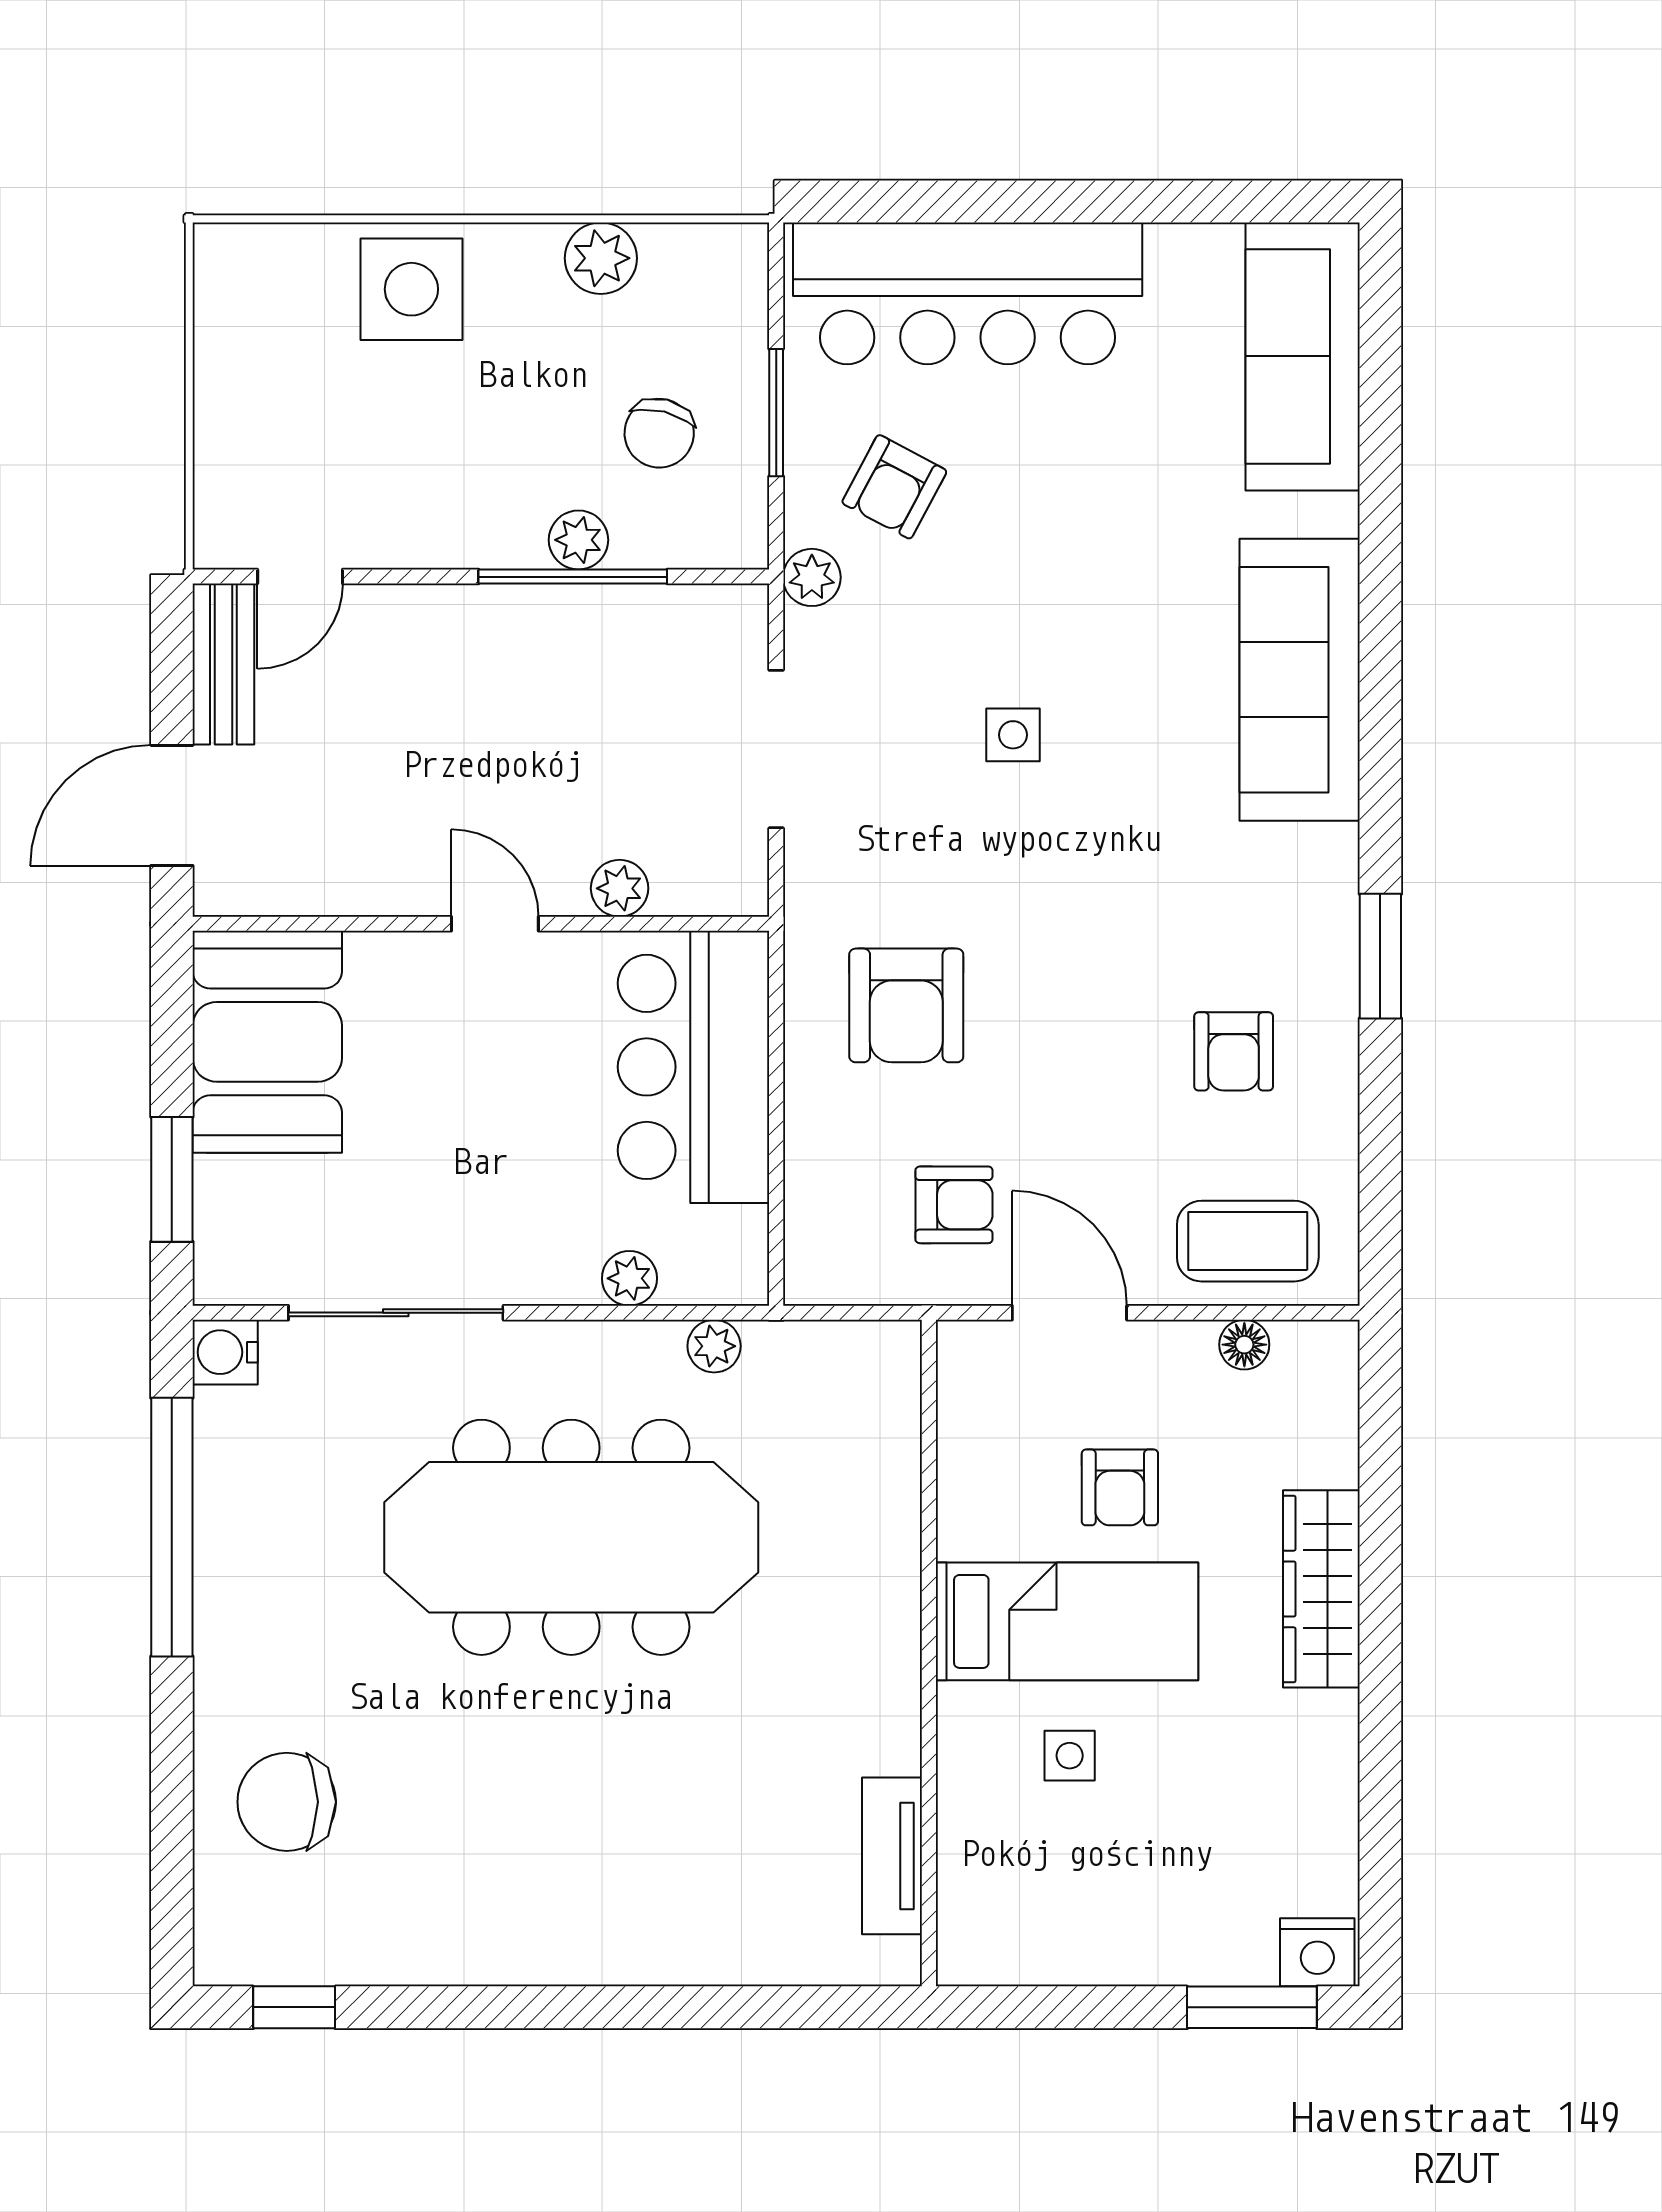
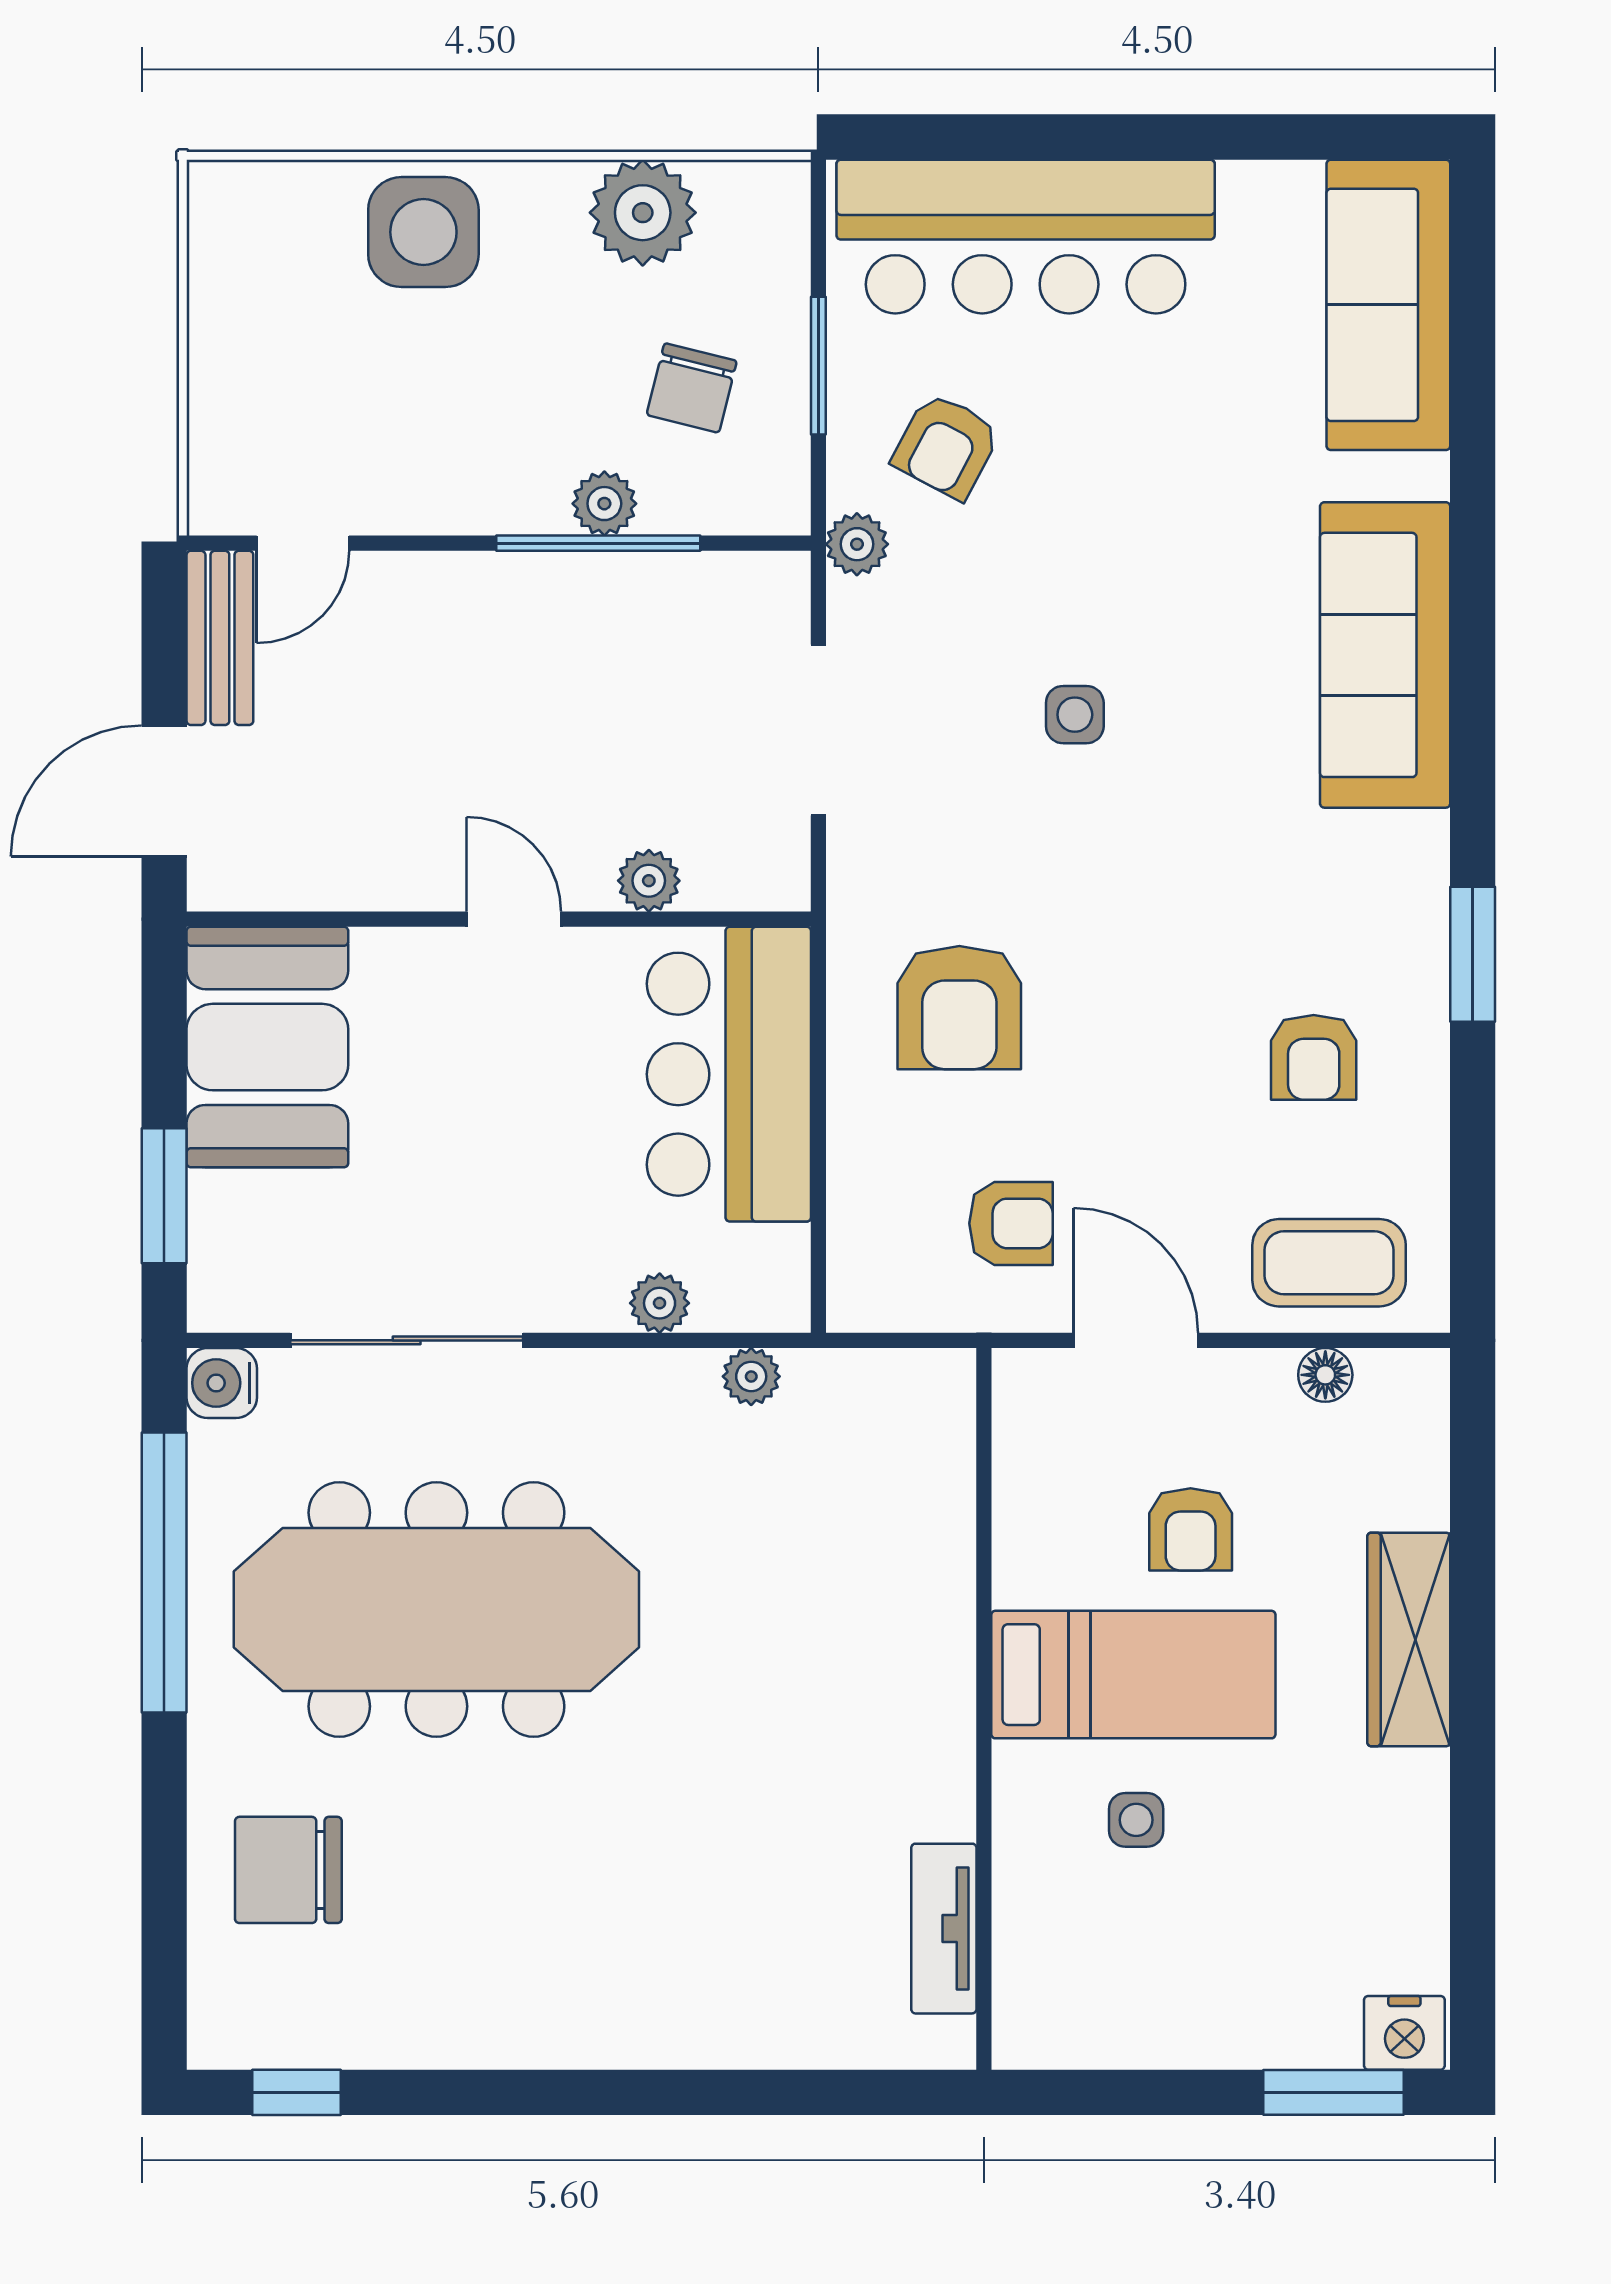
plant: (601, 258) -> (643, 213), width x1.36, depth x1.36
meeting table: (571, 1537) -> (436, 1609), moved

